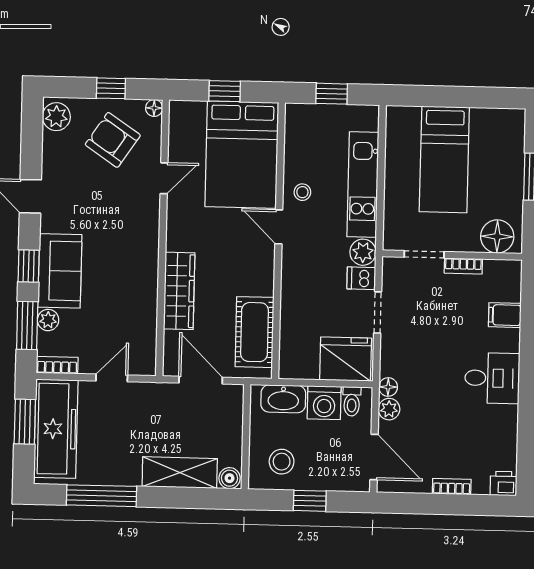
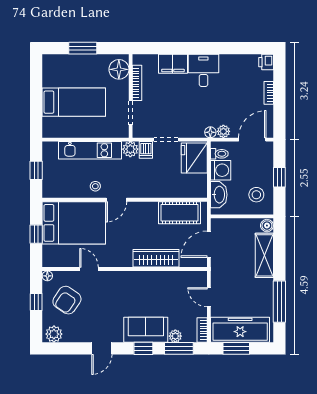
bookcase: (463, 266) -> (137, 83), width x1.56
filing cabinet: (505, 315) -> (173, 64), width x2.00

